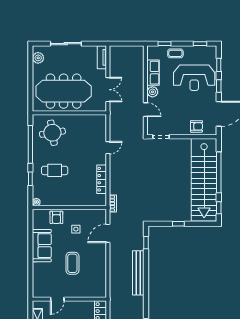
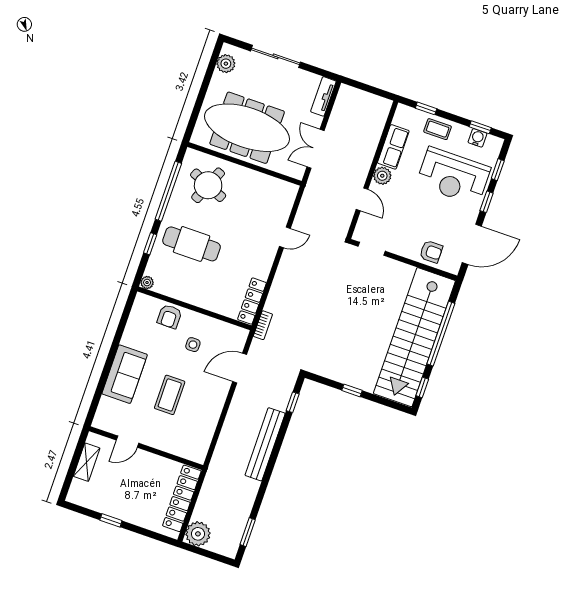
water cooler: (201, 50) -> (477, 138), added
double door: (108, 90) -> (316, 149), swing flipped
round table: (52, 133) -> (208, 185), turned 32
cafe table: (55, 170) -> (192, 244), width x1.37, depth x1.35
locker: (102, 179) -> (252, 301), moved
sofa: (42, 246) -> (125, 374), moved

